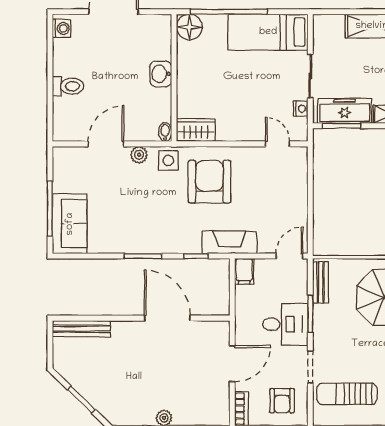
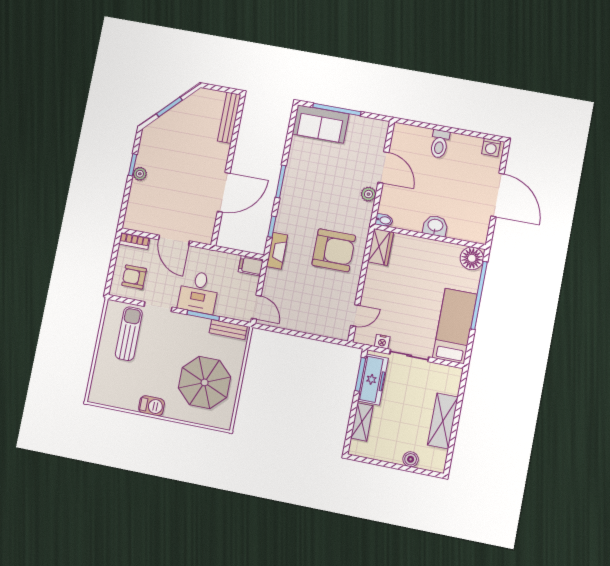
side table: (168, 160) -> (359, 218), removed
fireplace: (229, 242) -> (277, 251), width x0.73, depth x0.76

